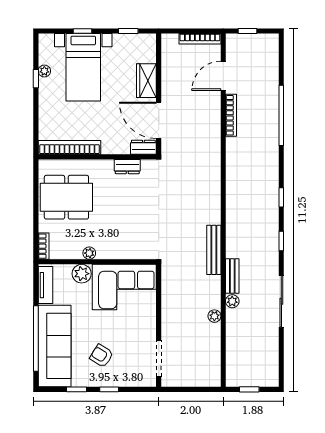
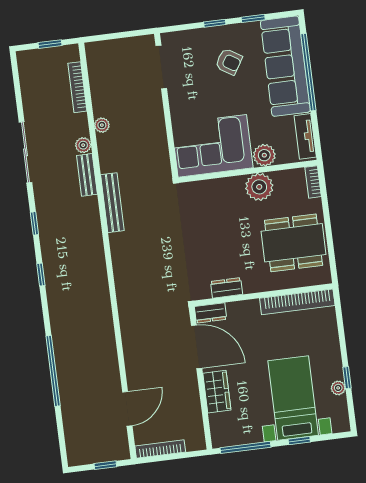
window: (128, 31) -> (245, 447), width x2.17
bookcase: (231, 115) -> (77, 87), moved
plant: (89, 253) -> (259, 187), width x1.88, depth x1.88

